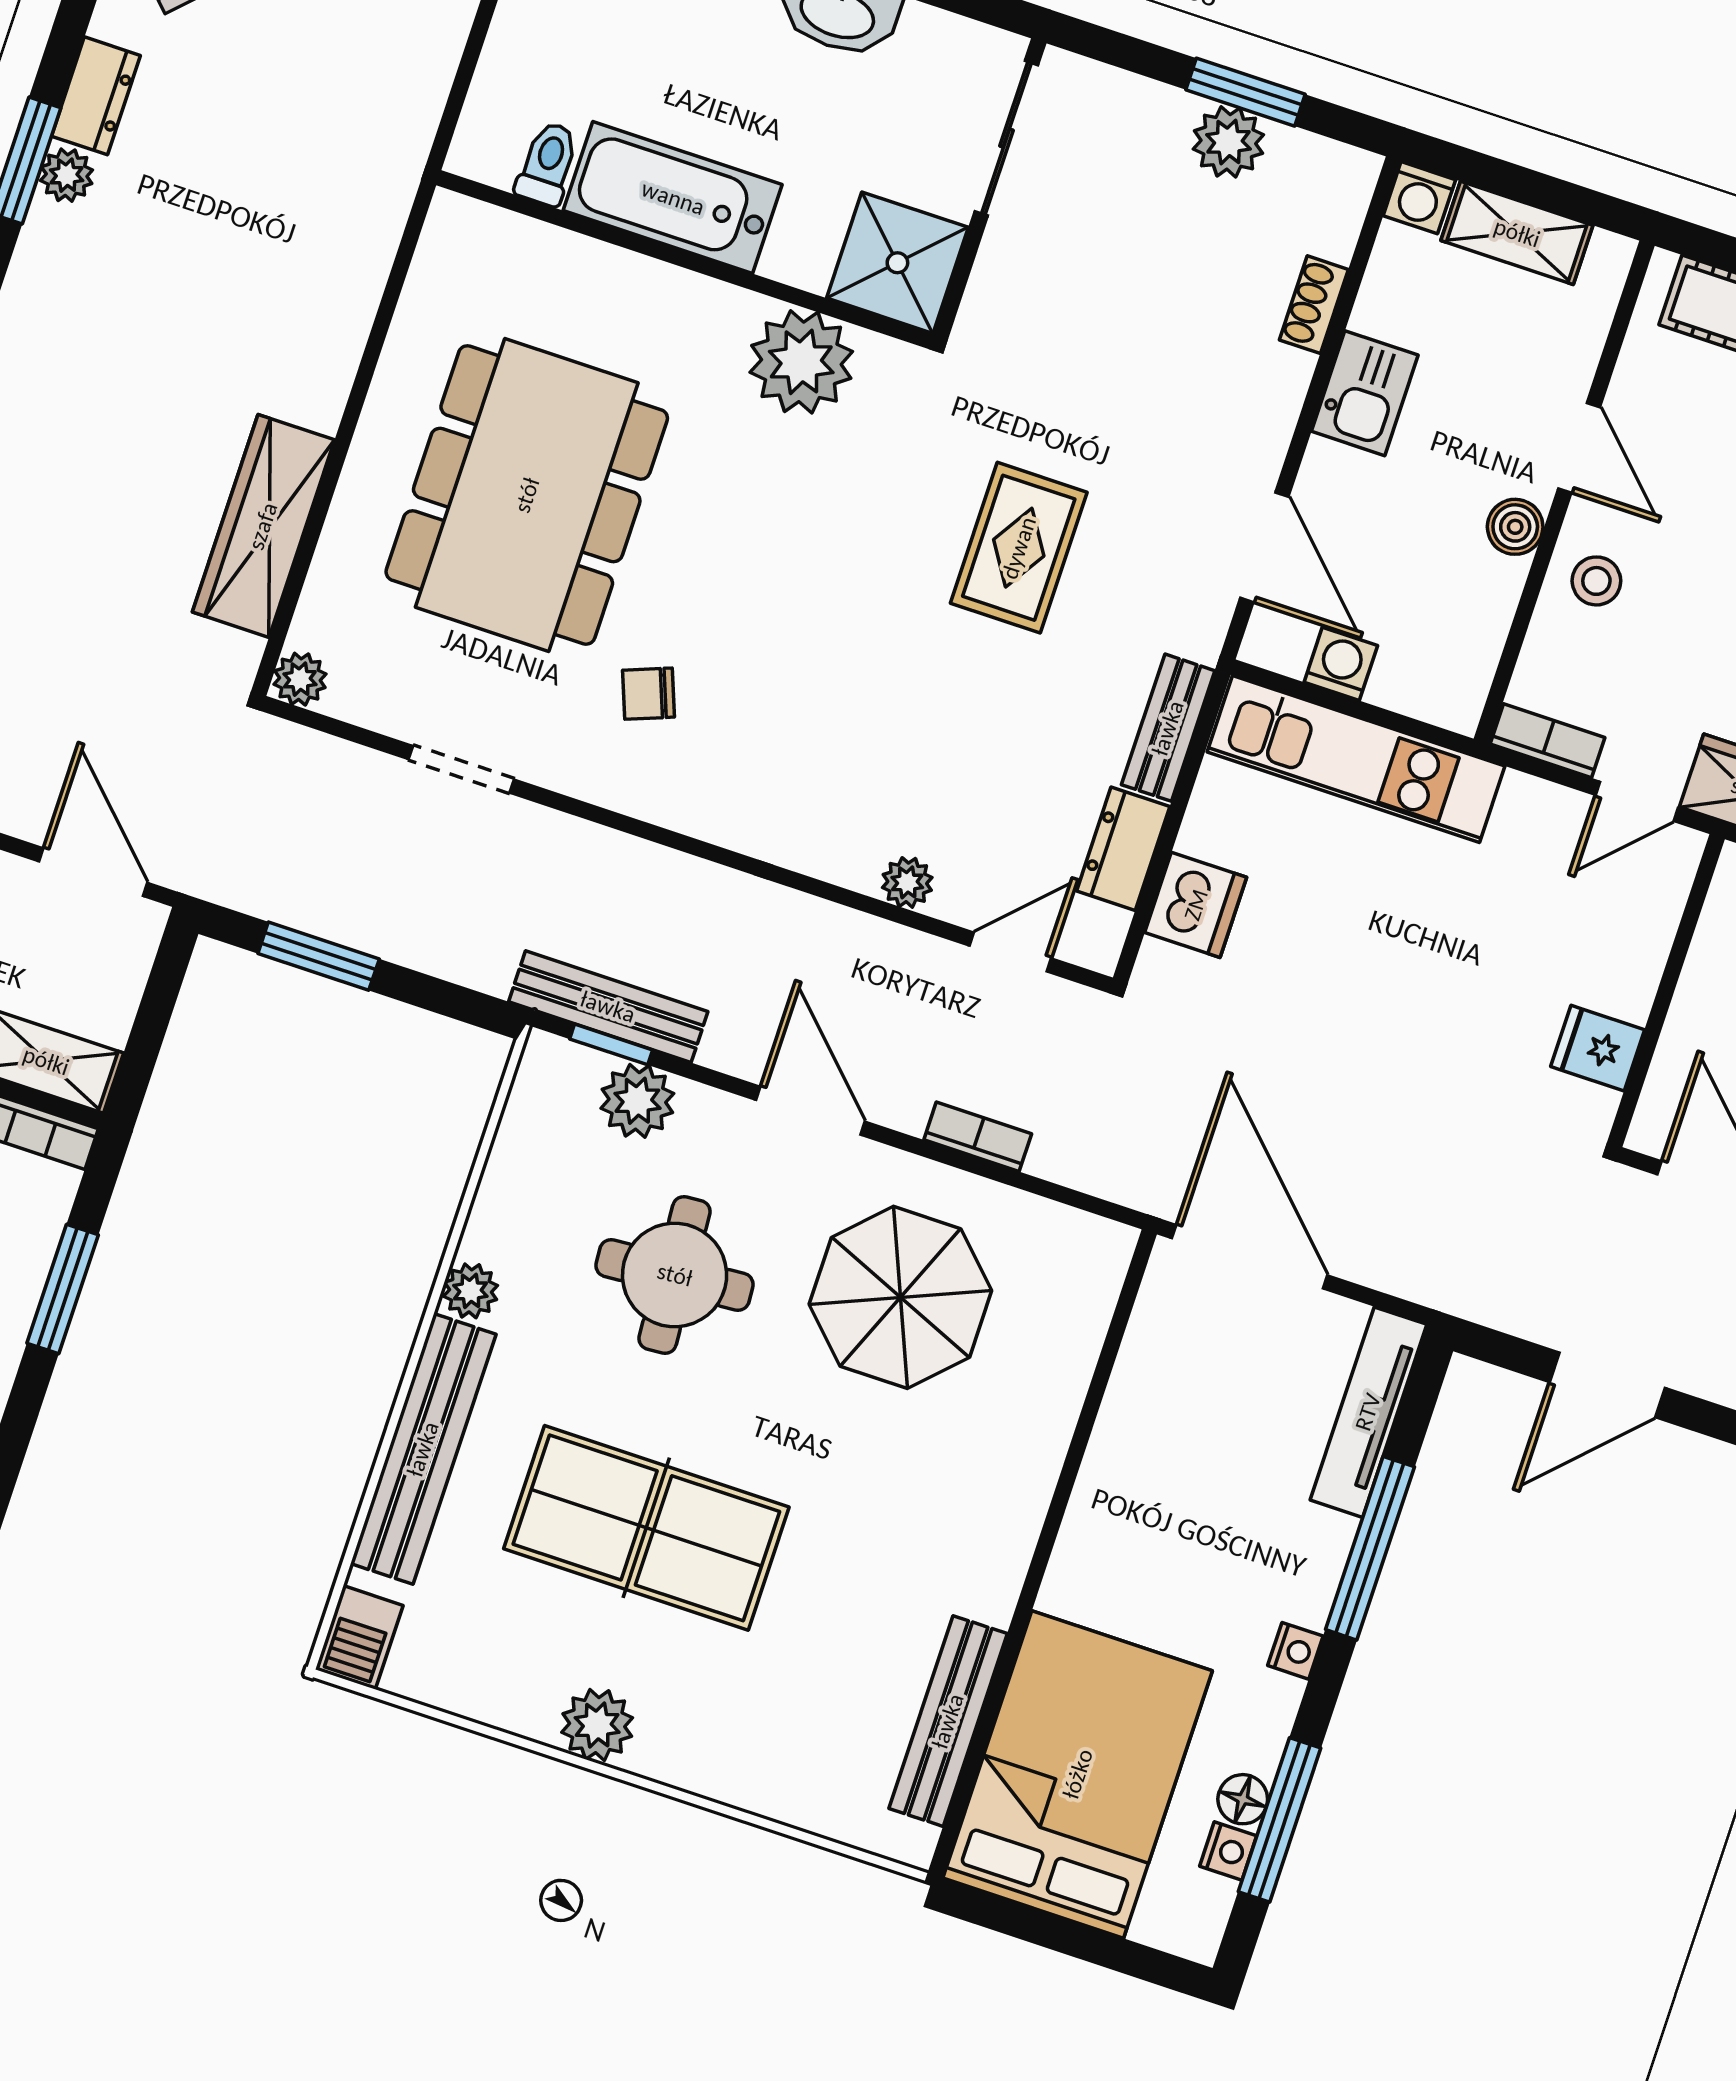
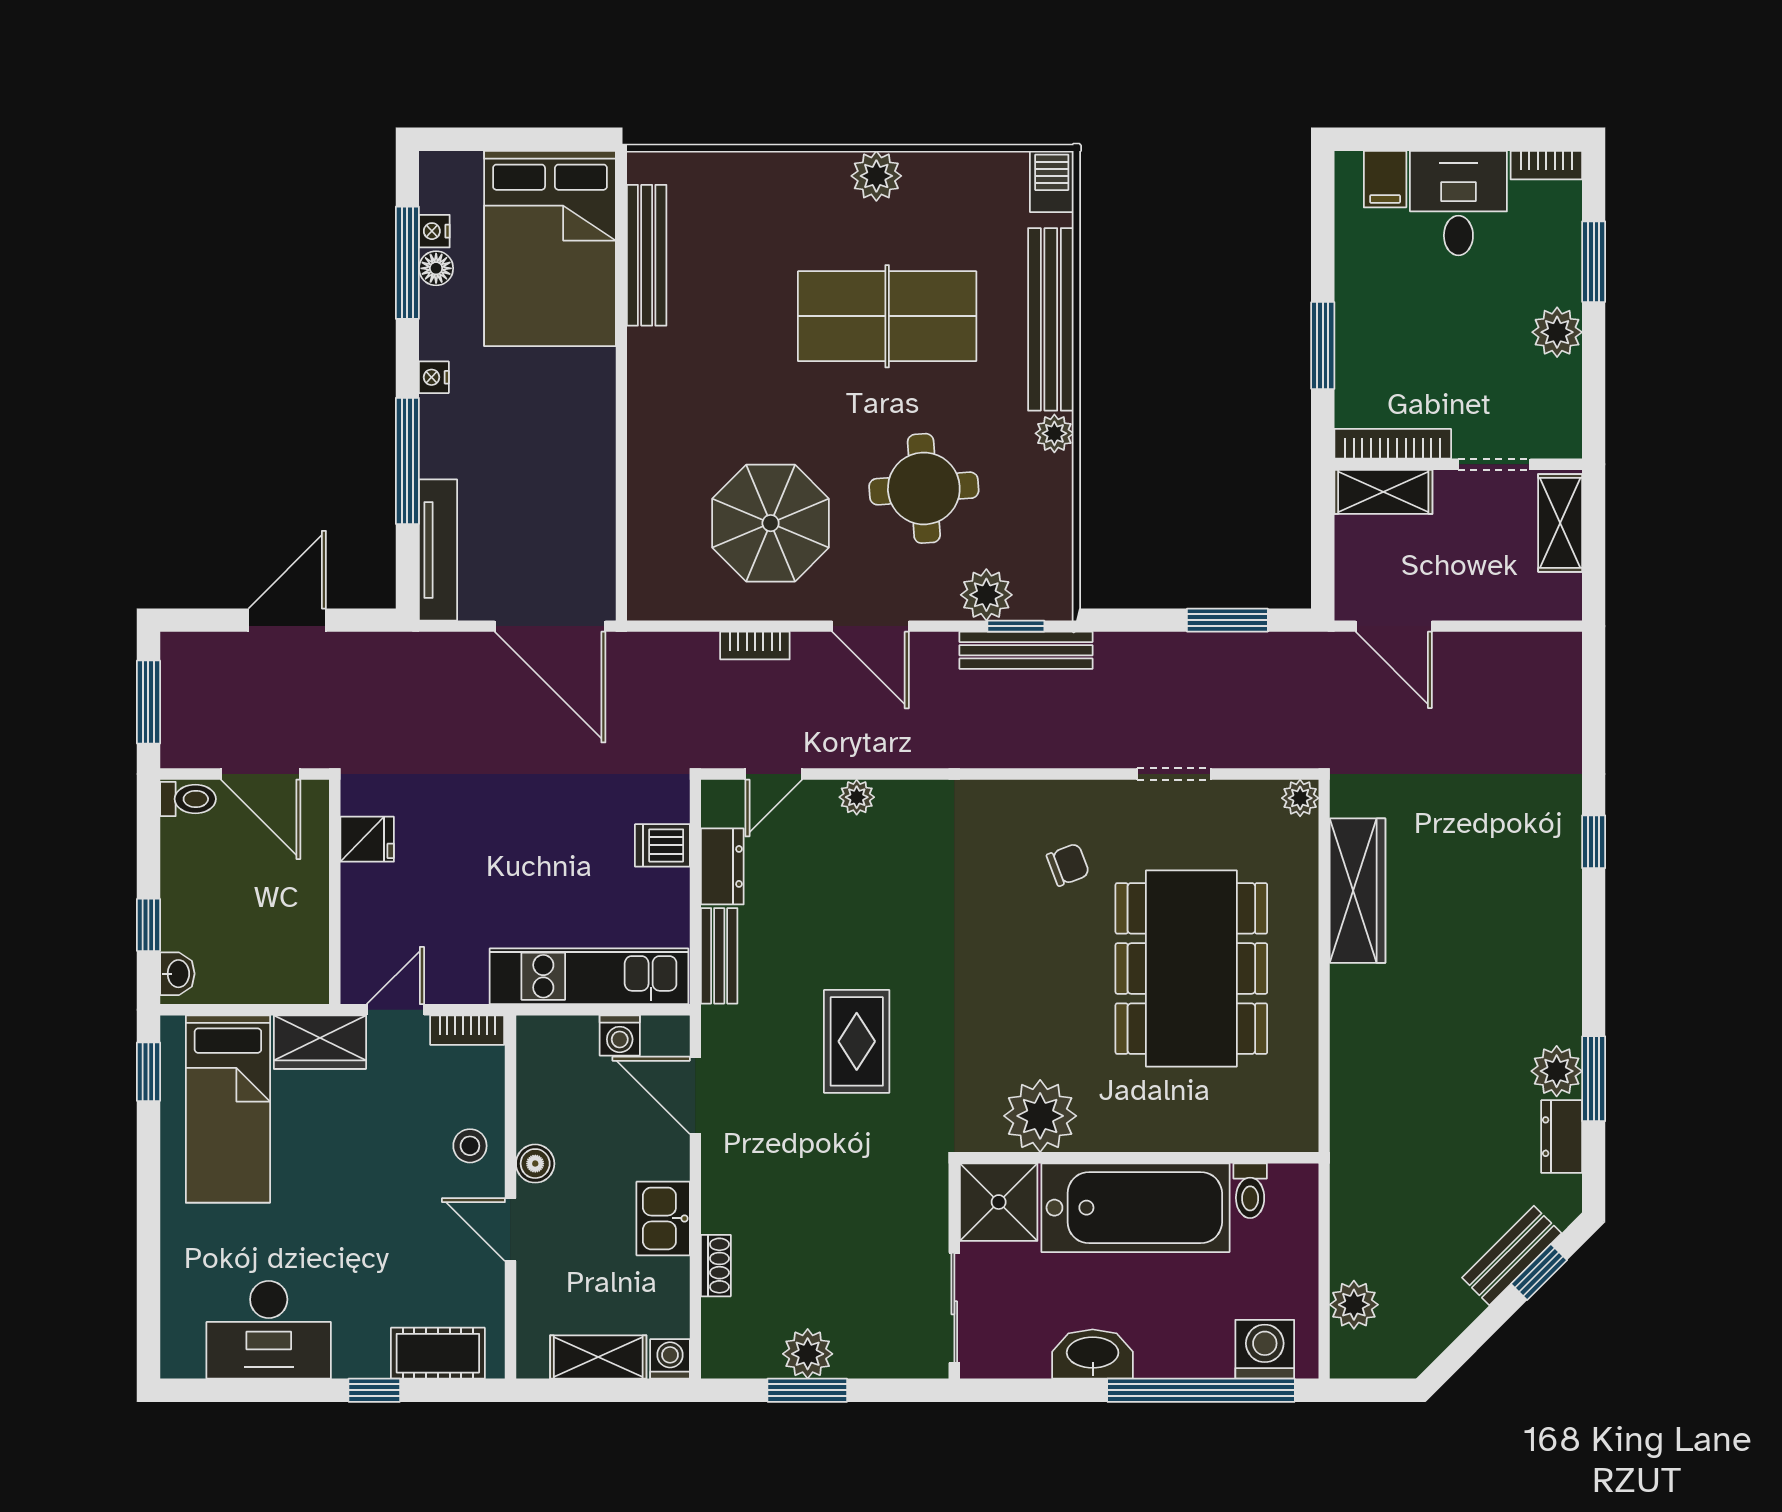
plant: (67, 175) -> (1557, 1071), width x1.38, depth x1.38
bathtub: (673, 198) -> (1135, 1208), width x1.36, depth x1.36
dishwasher: (1196, 905) -> (662, 845), width x0.73

